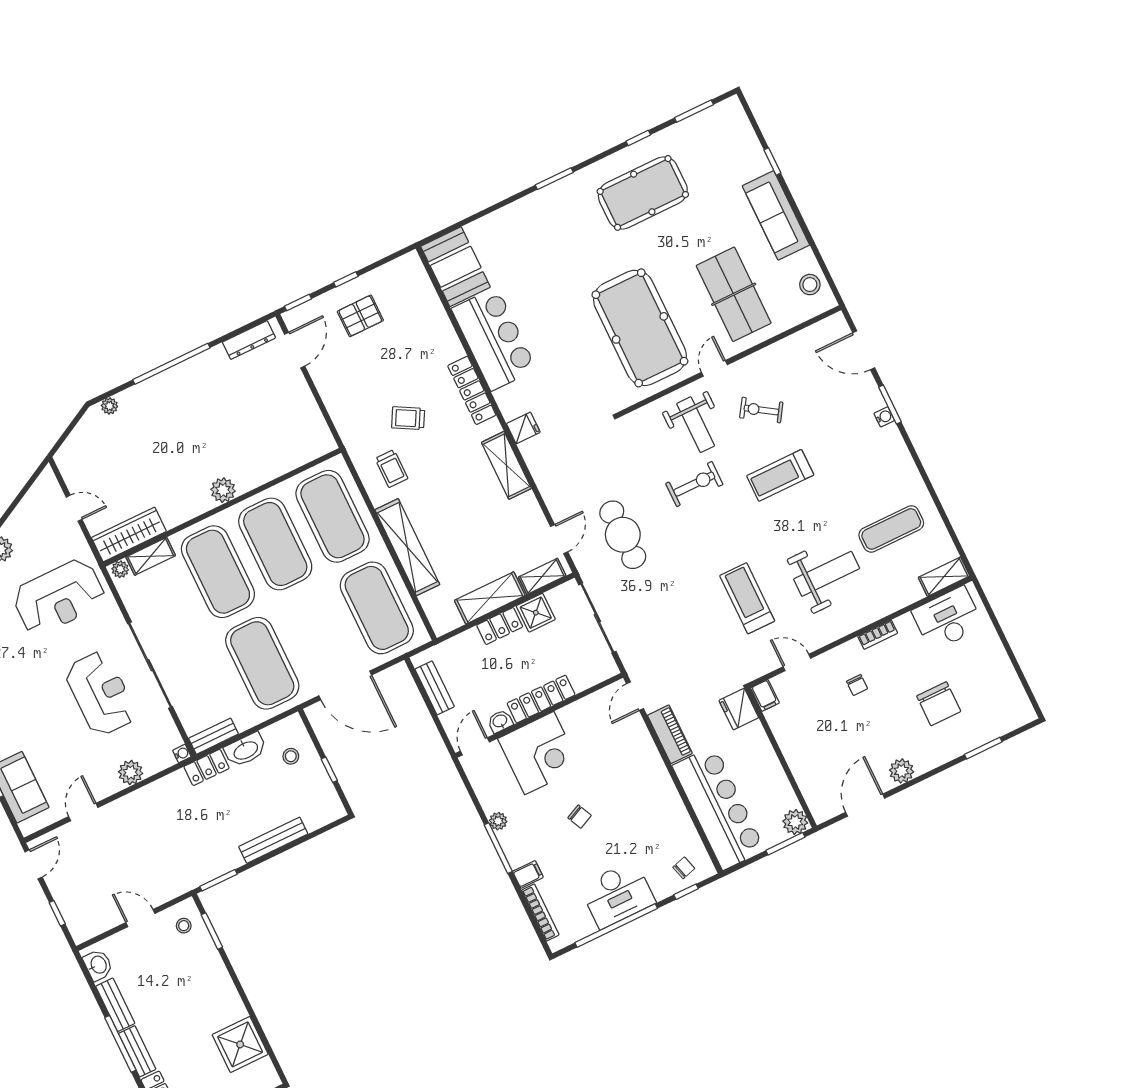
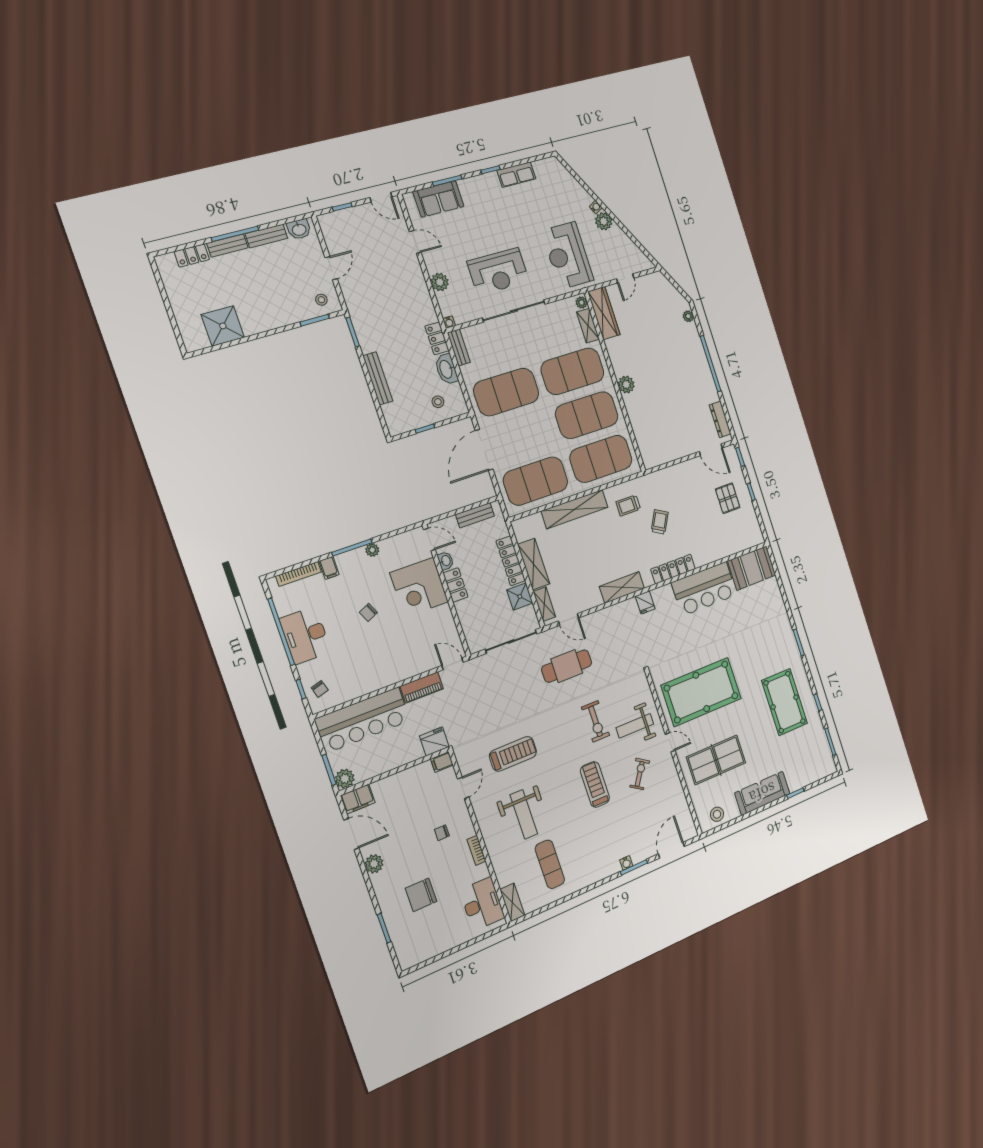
locker: (500, 626) -> (511, 561), width x1.53
locker: (541, 699) -> (455, 585), width x0.66
filing cabinet: (820, 802) -> (358, 799), added

